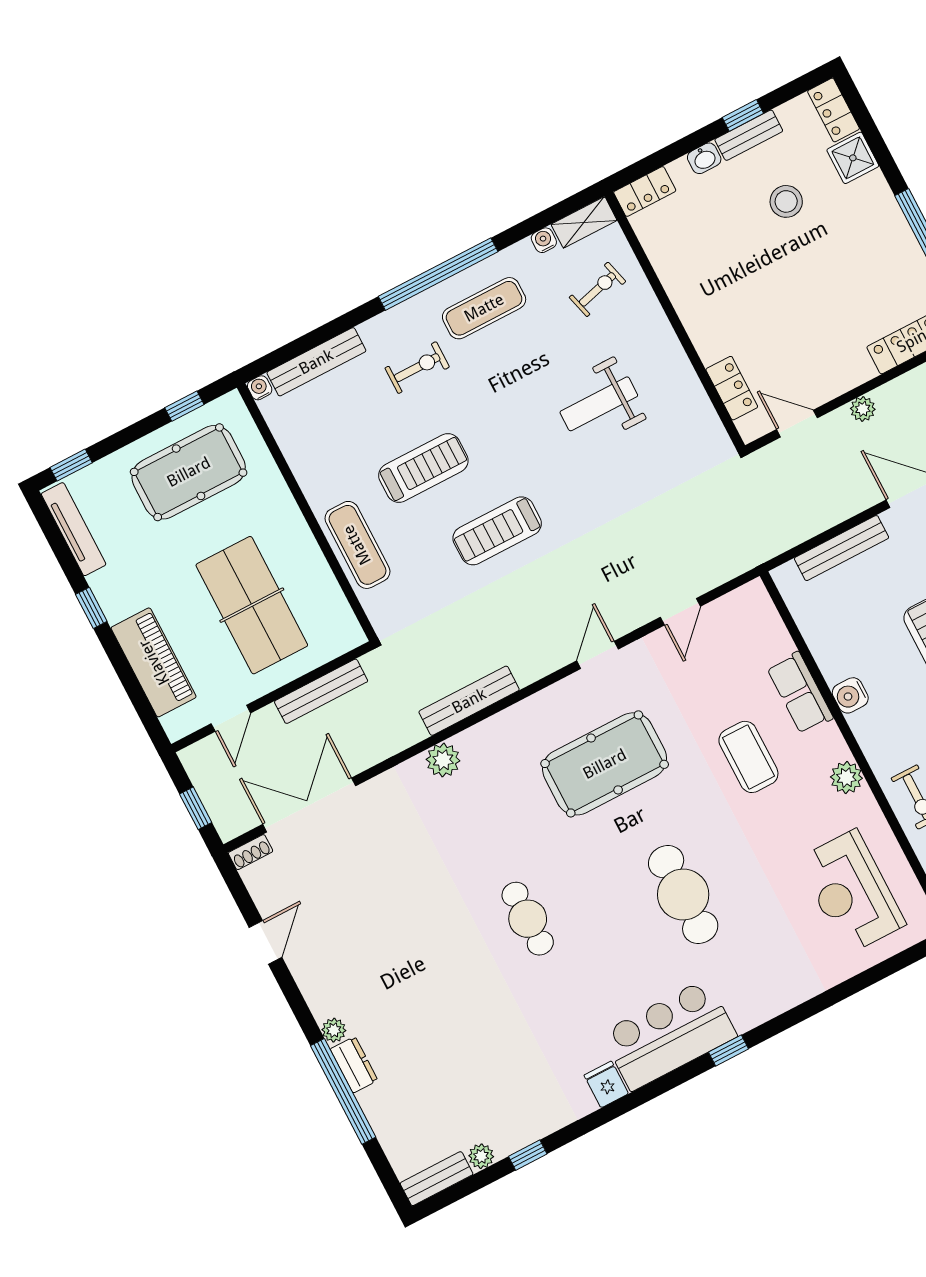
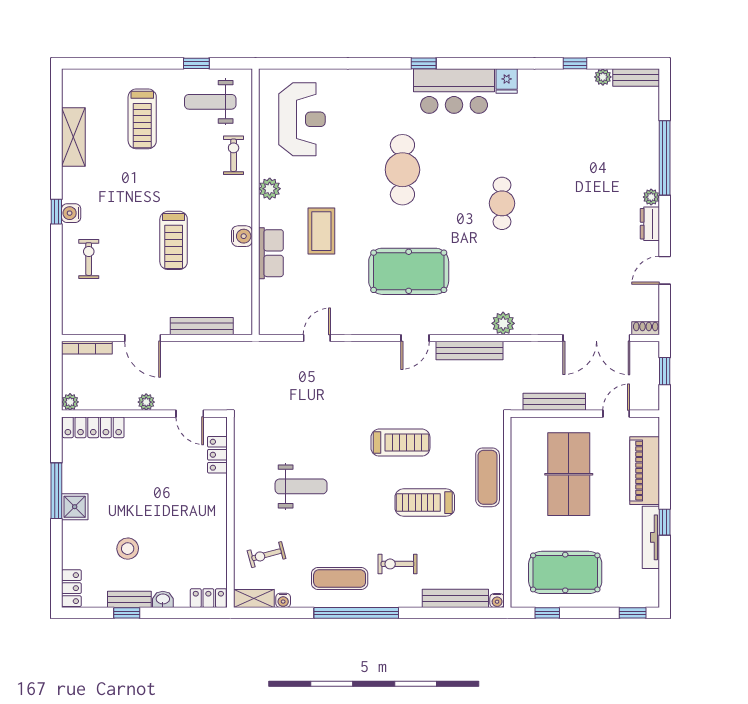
shower: (853, 158) -> (75, 507), moved
tv unit: (74, 529) -> (651, 537), moved
door: (598, 655) -> (415, 338), moved
dresser: (354, 1065) -> (650, 224), moved

